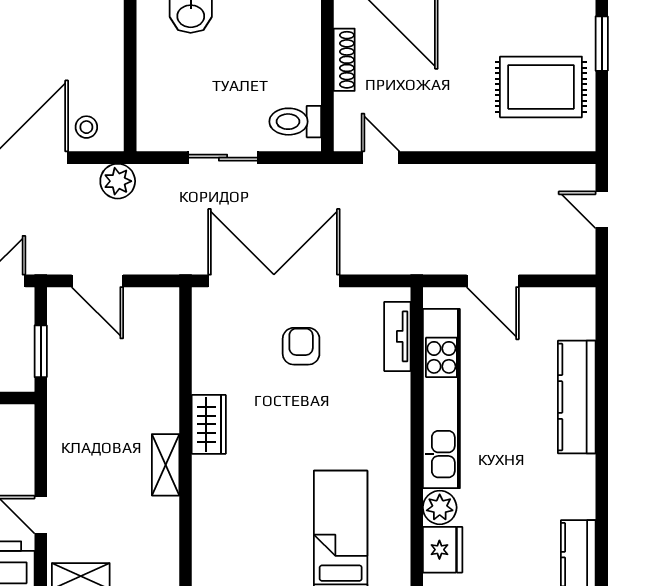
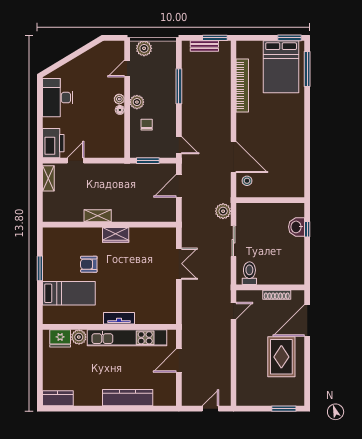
rug: (541, 87) -> (281, 357), moved
plant: (118, 181) -> (223, 211), moved
double door: (274, 281) -> (179, 264), width x0.54
tv unit: (397, 336) -> (119, 318), moved
armchair: (301, 346) -> (89, 264), moved, turned 180

